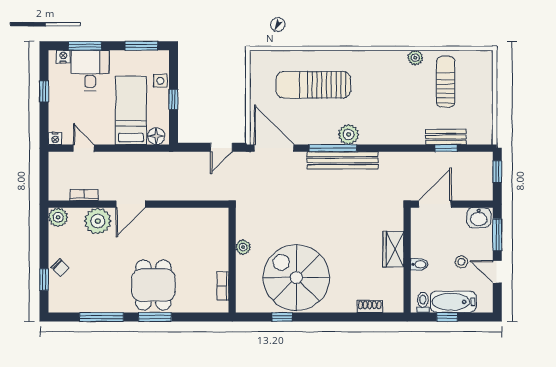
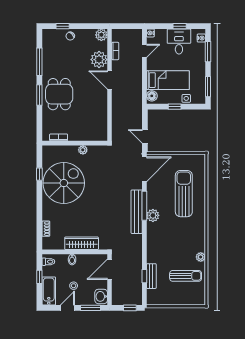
desk: (90, 70) -> (179, 41), moved, turned -90
door: (435, 204) -> (110, 269), swing flipped
wardrobe: (393, 249) -> (82, 243), width x1.50
dining table: (153, 285) -> (59, 94), turned 90
bathtub: (453, 302) -> (49, 291), moved

